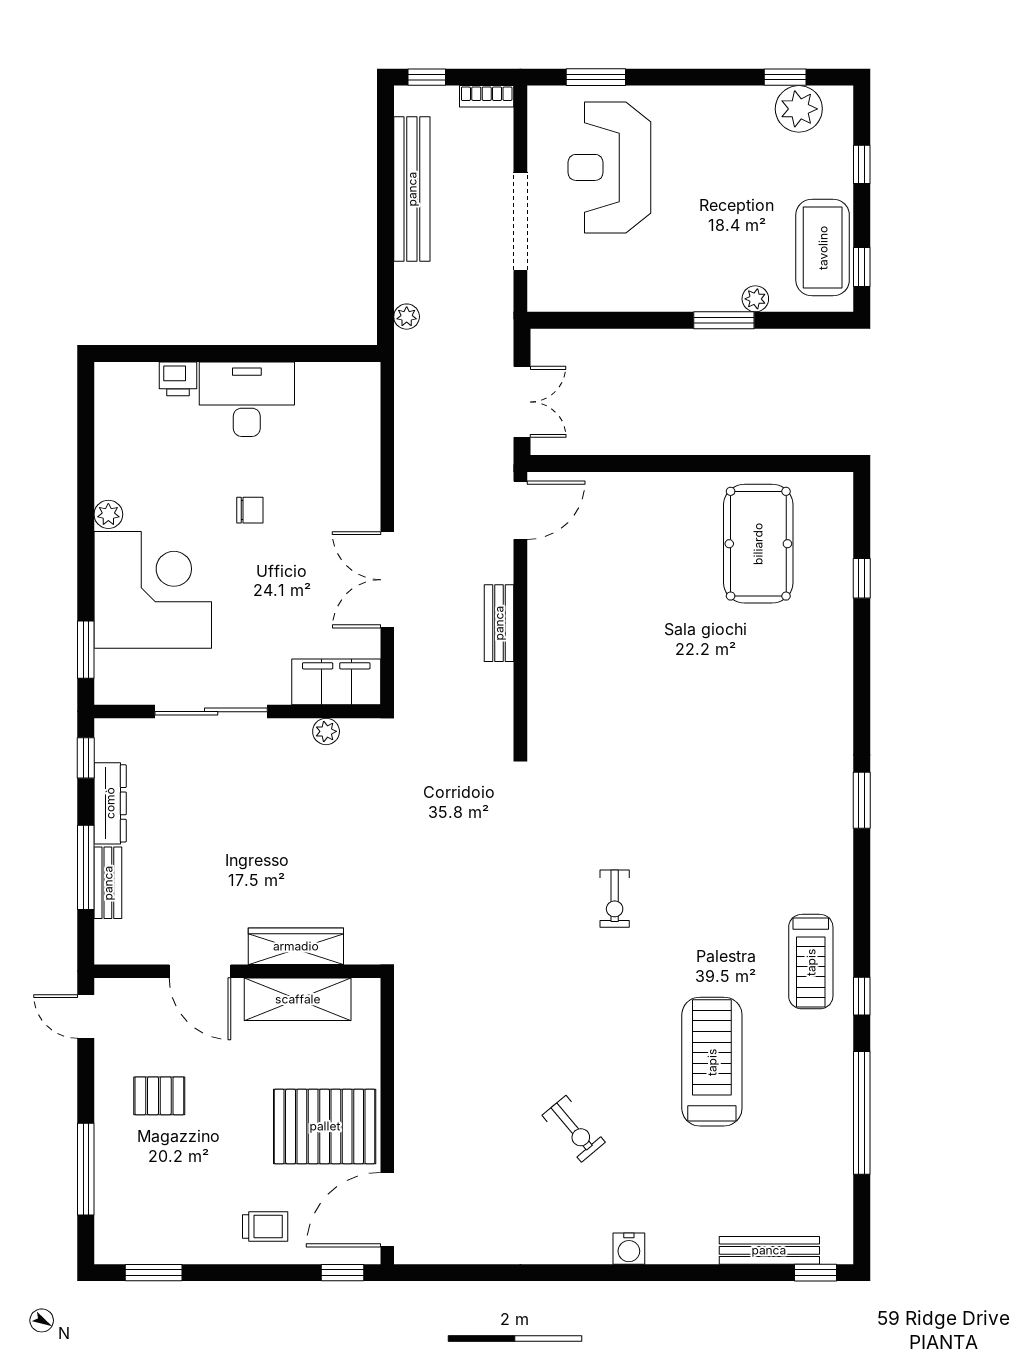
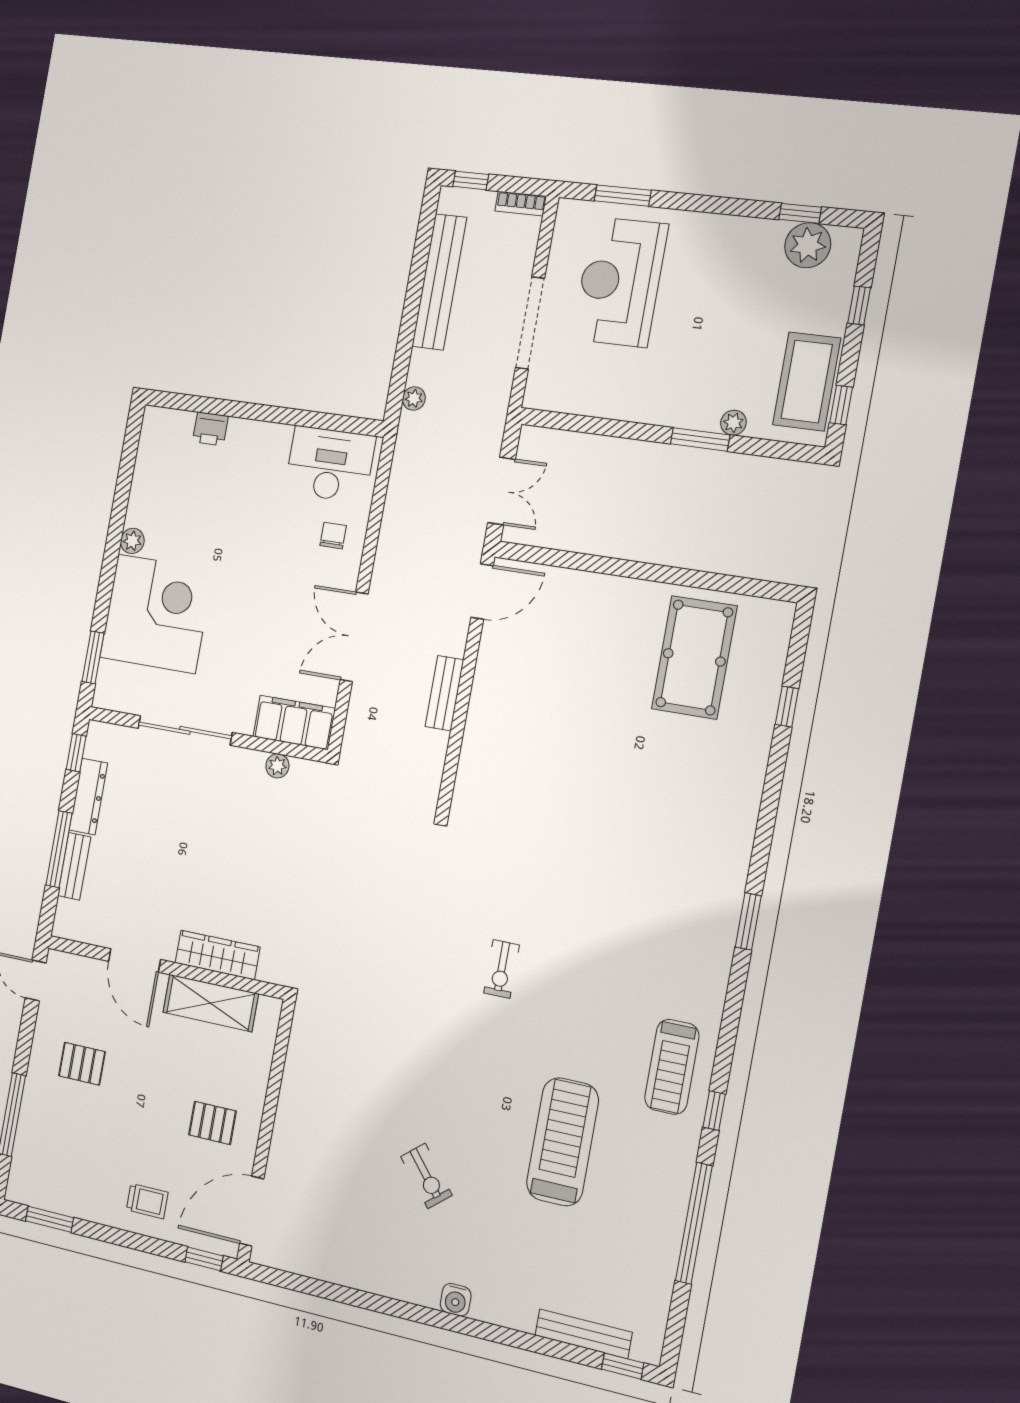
desk: (247, 399) -> (330, 464), moved
chair: (250, 510) -> (333, 536), moved, turned -90
pallet: (325, 1126) -> (212, 1123), width x0.49, depth x0.50

